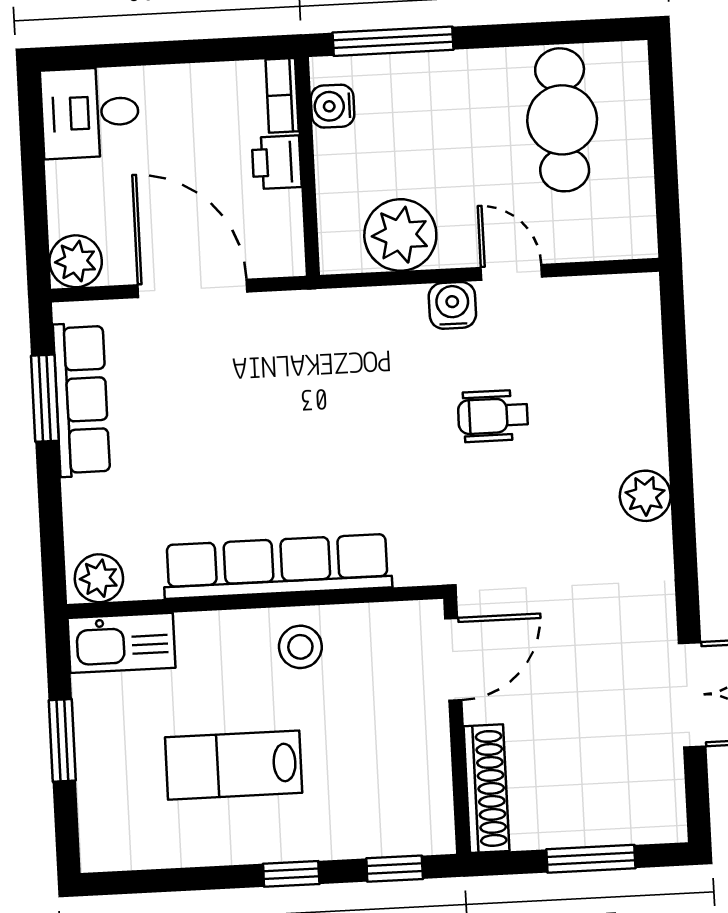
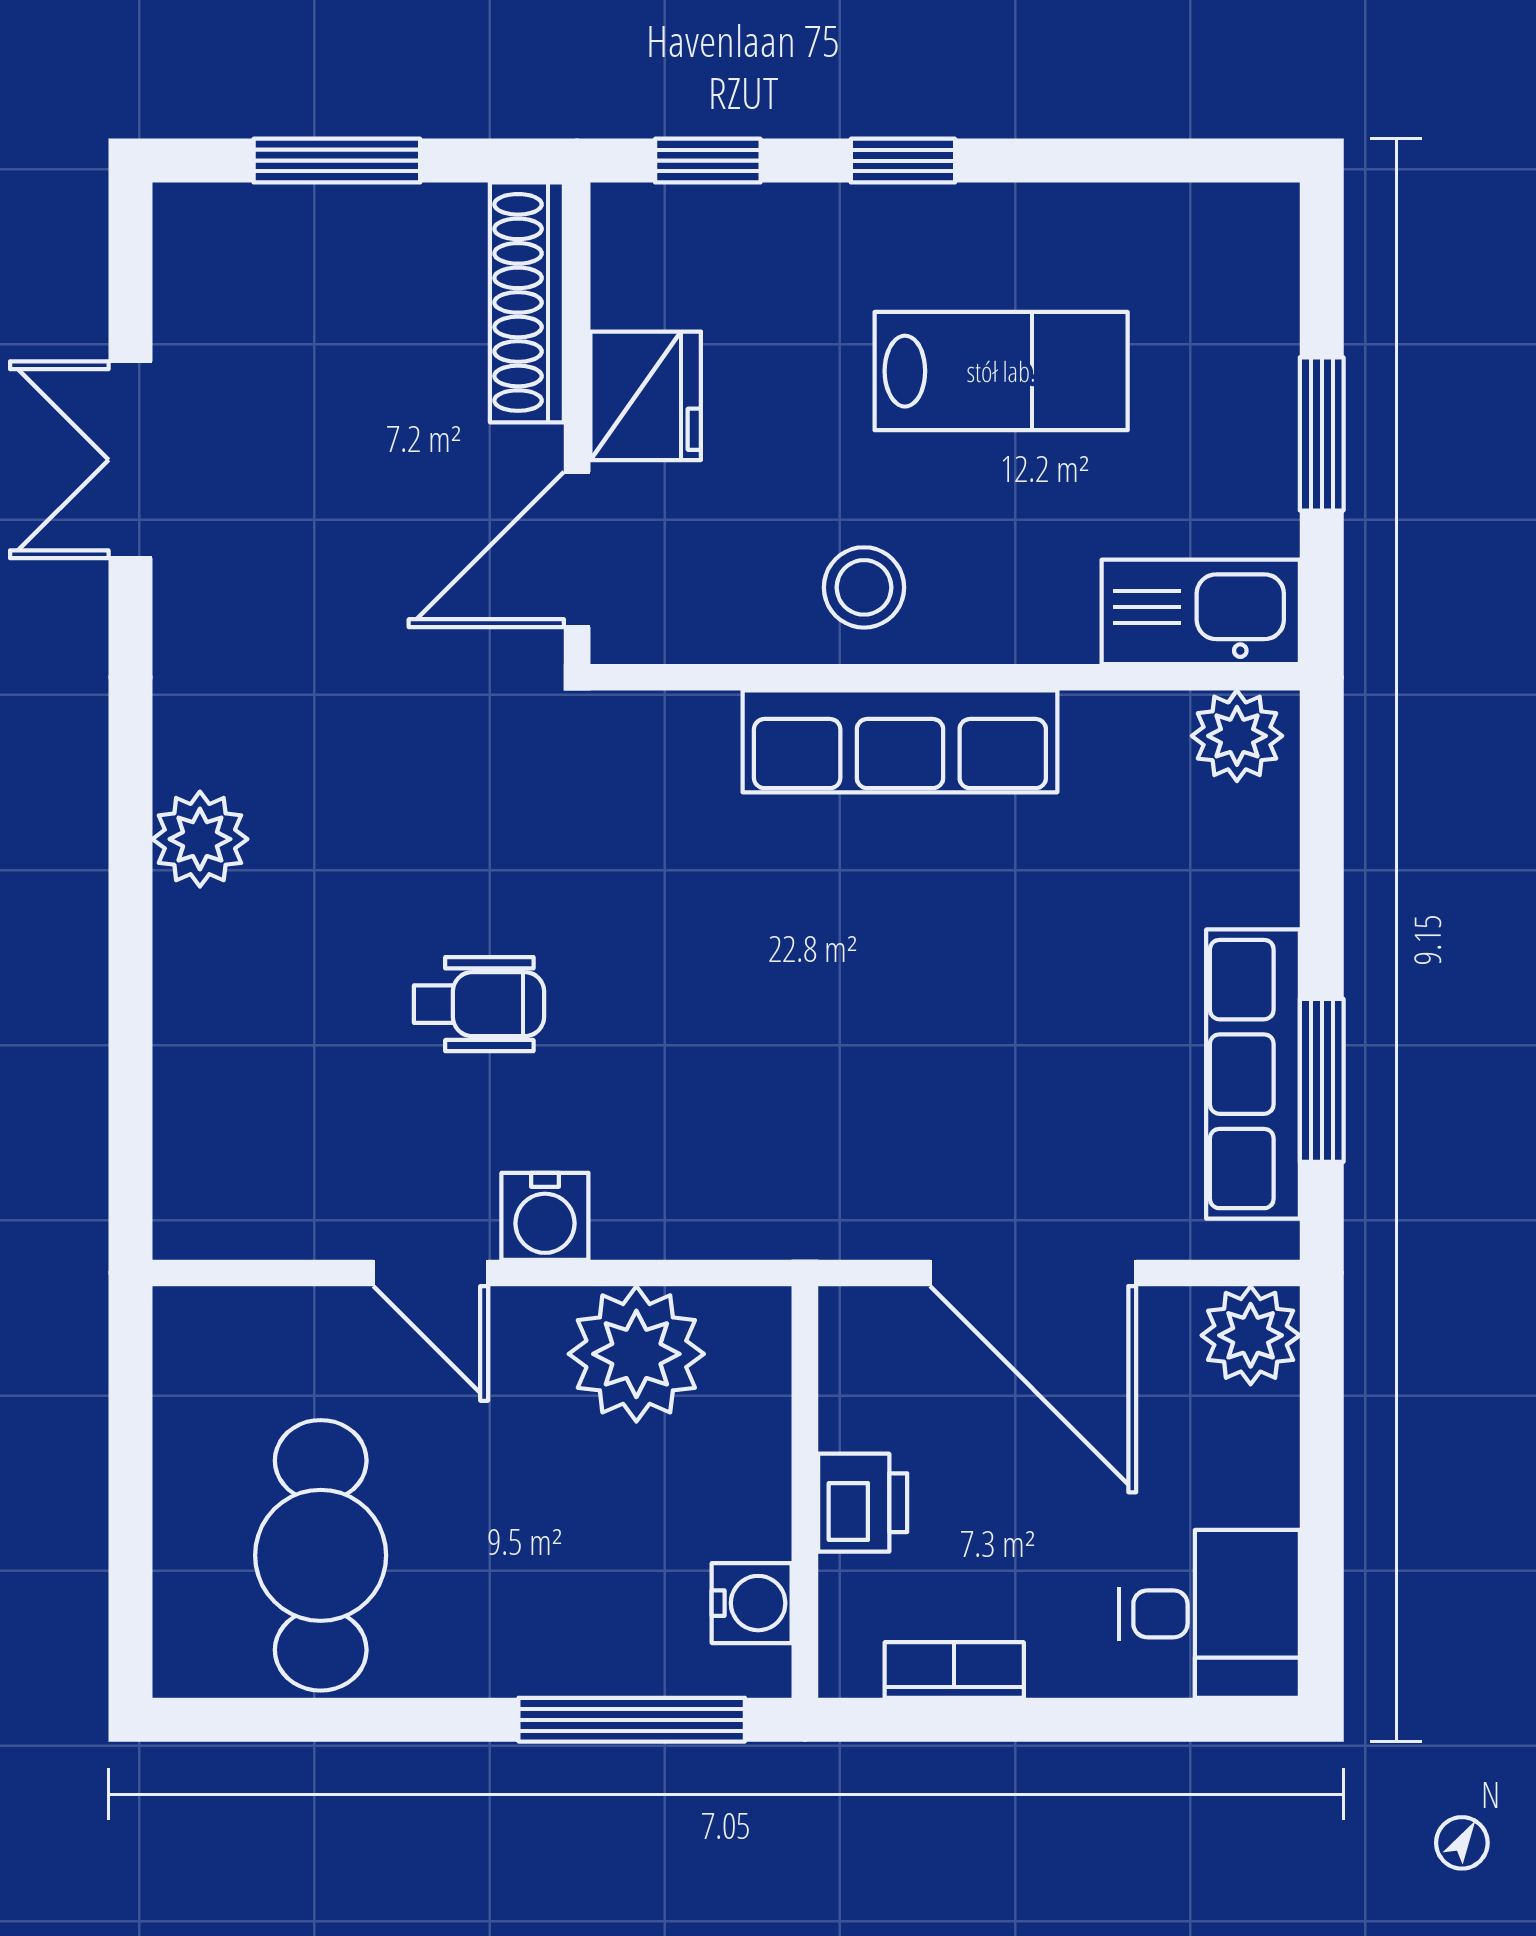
bookcase: (282, 95) -> (954, 1670), moved, turned -90
row of seats: (277, 566) -> (900, 741), width x0.73
fridge: (421, 742) -> (646, 396), added

